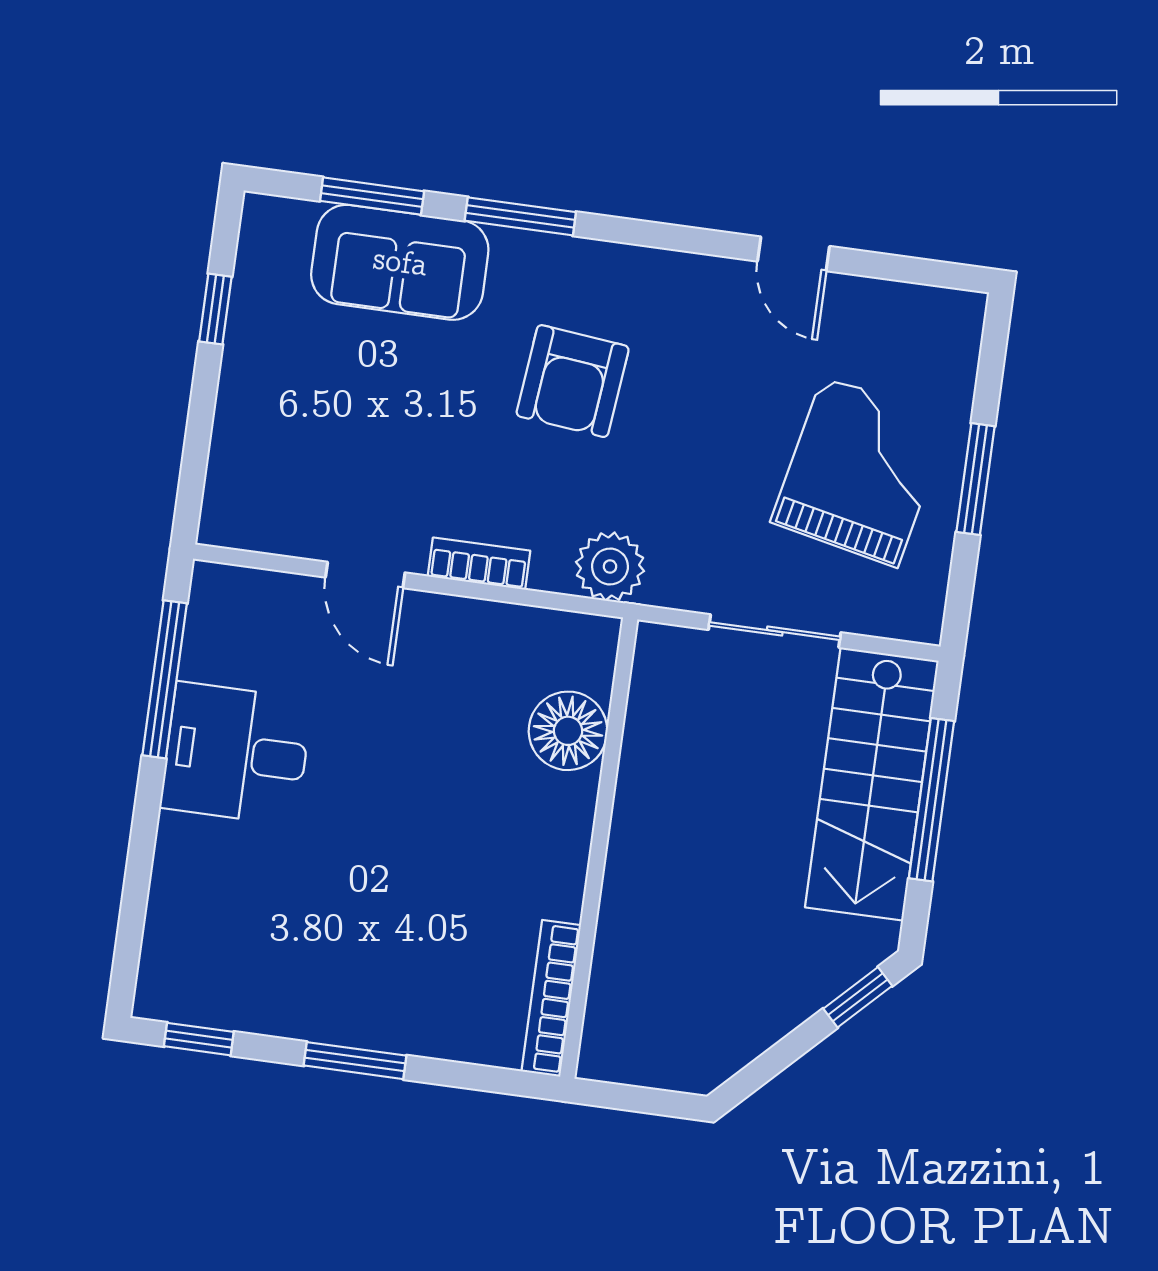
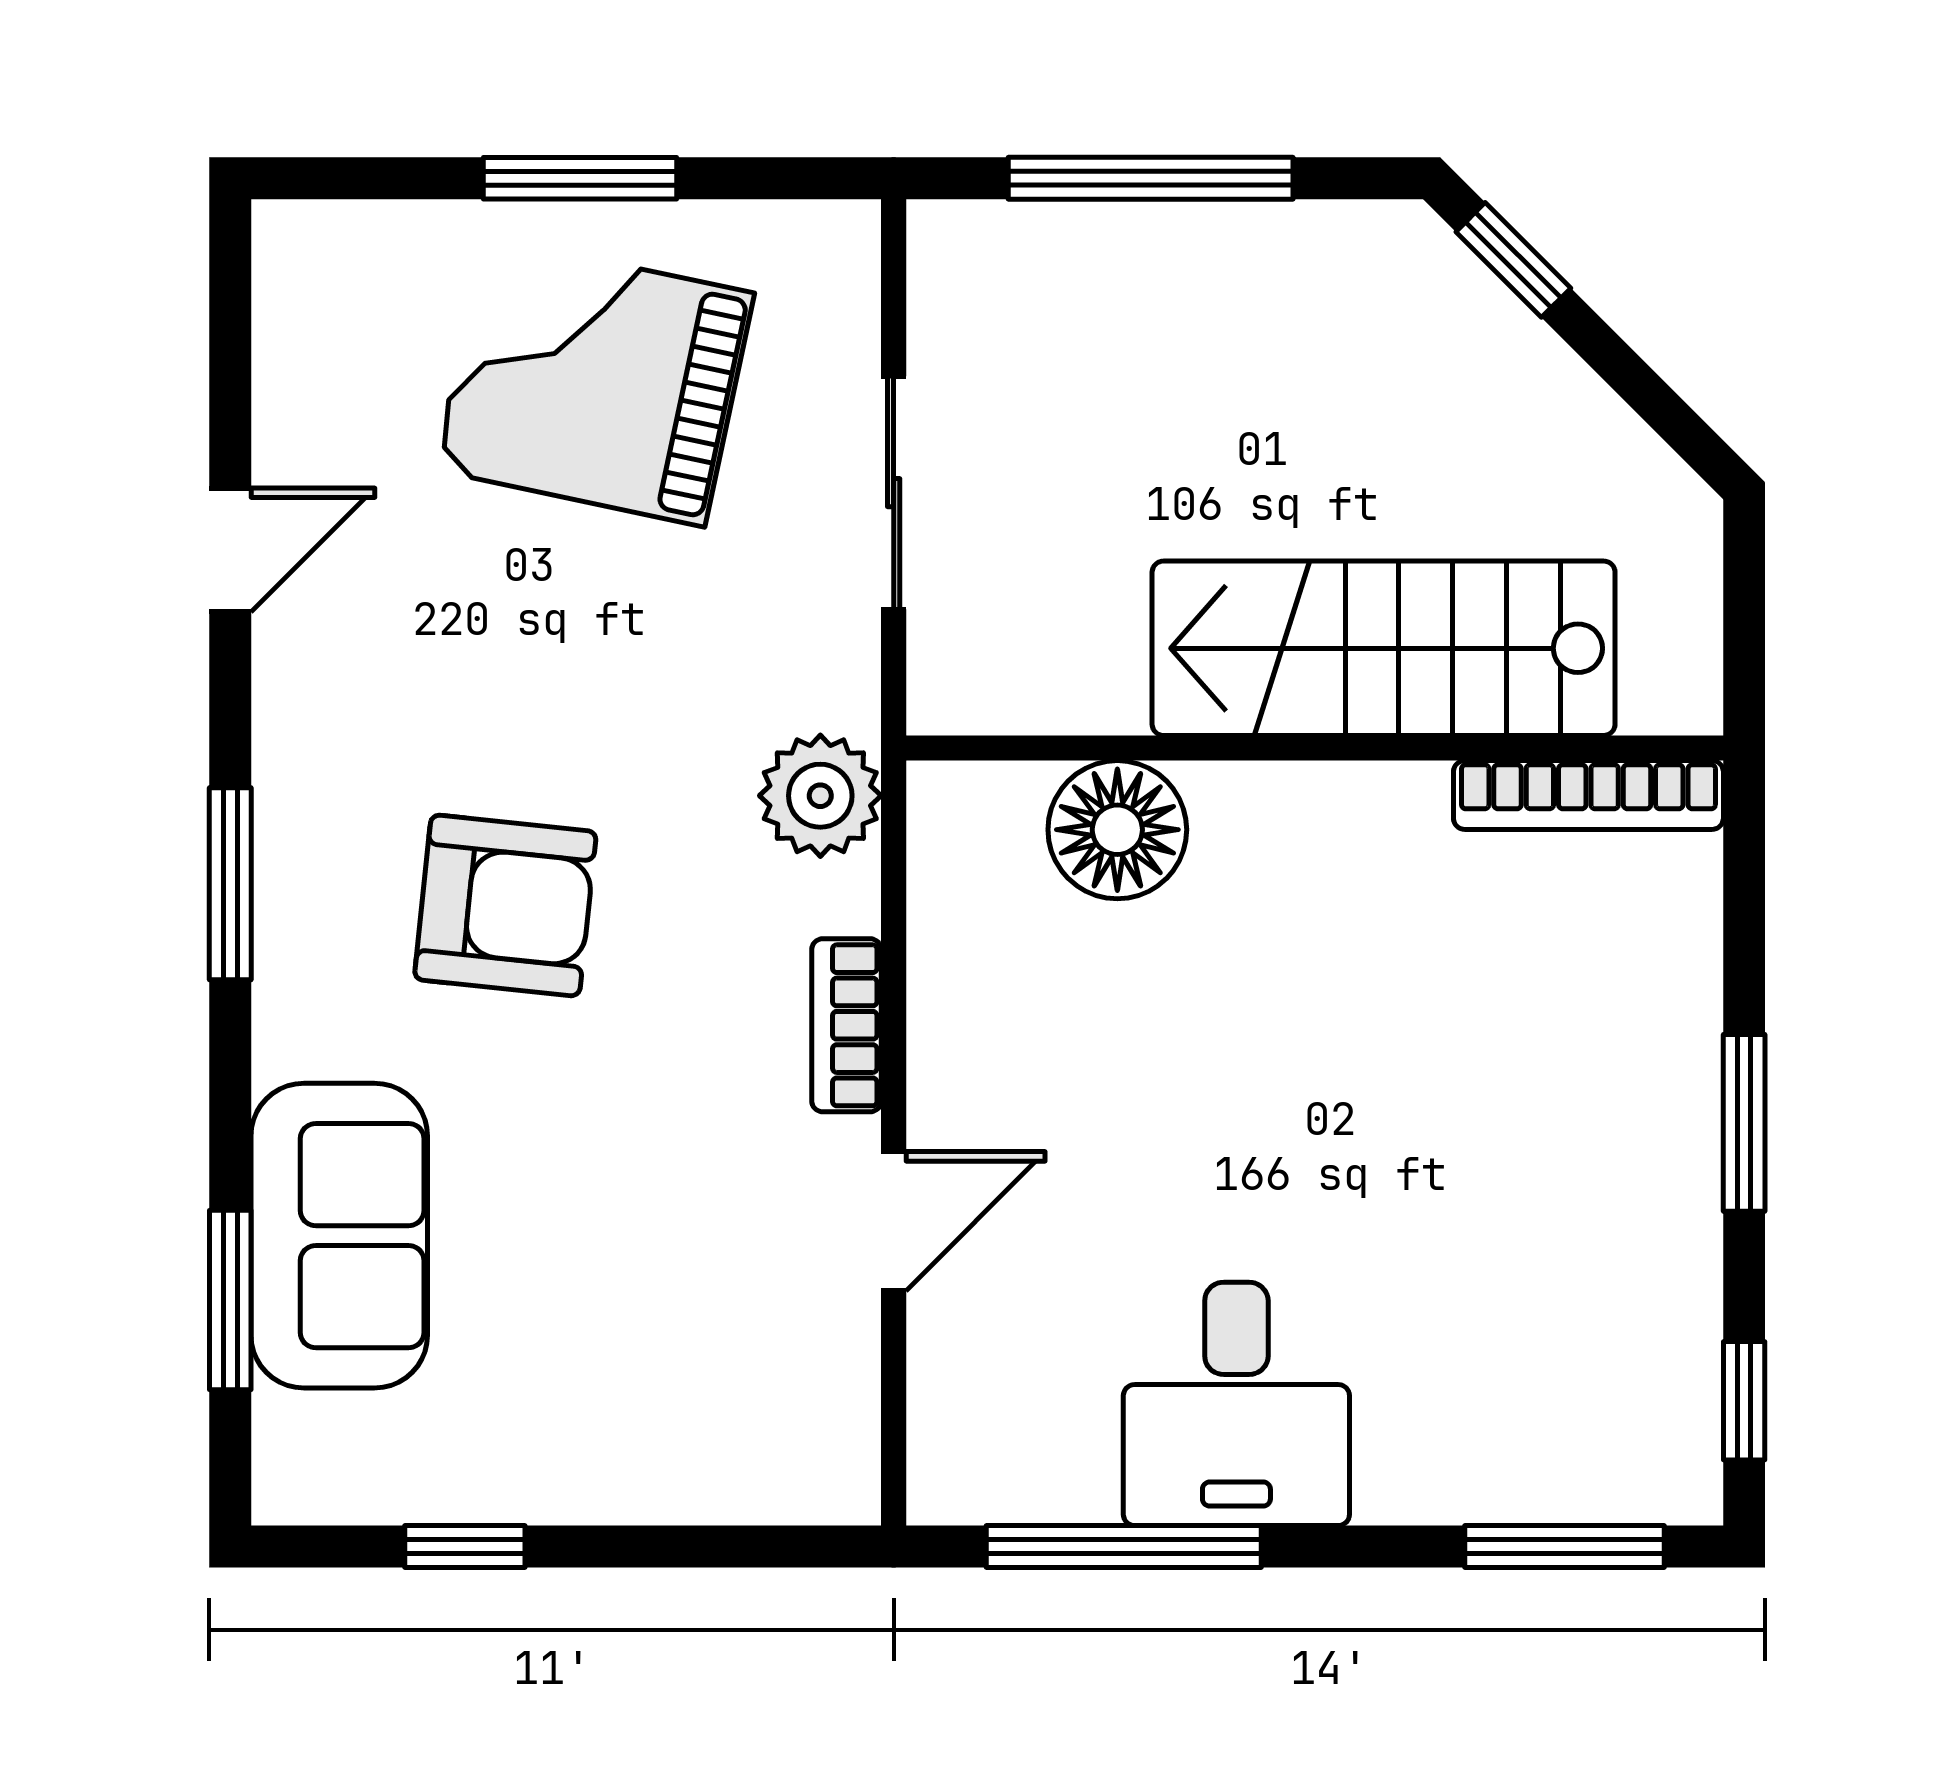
window: (520, 216) -> (230, 884), moved
stairs: (872, 784) -> (1384, 648), moved, turned 180
window: (131, 927) -> (1564, 1547), added

